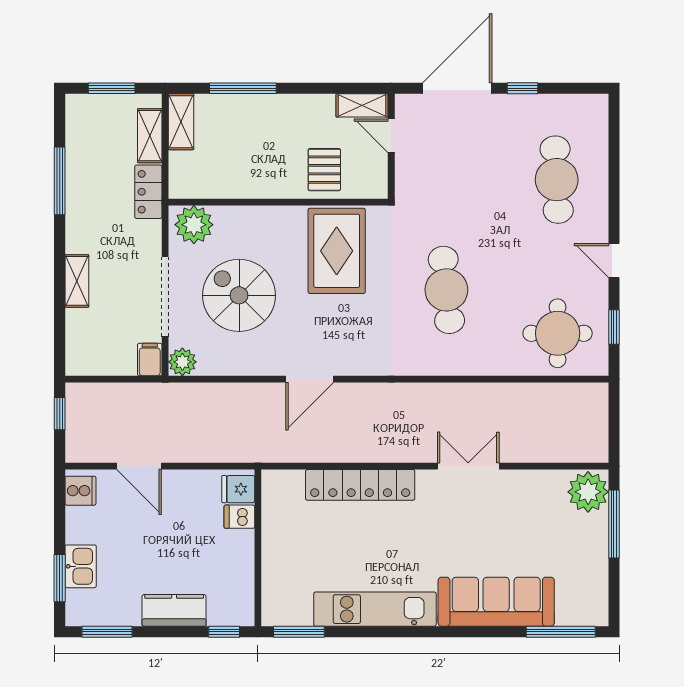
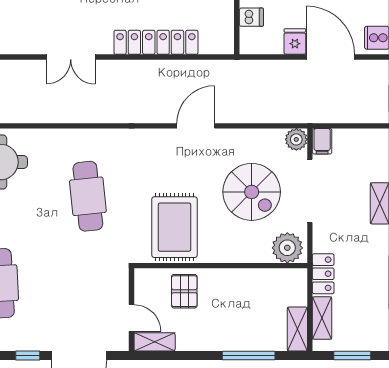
door: (139, 466) -> (331, 57), width x1.36
fridge: (238, 489) -> (295, 42), moved, turned -90

